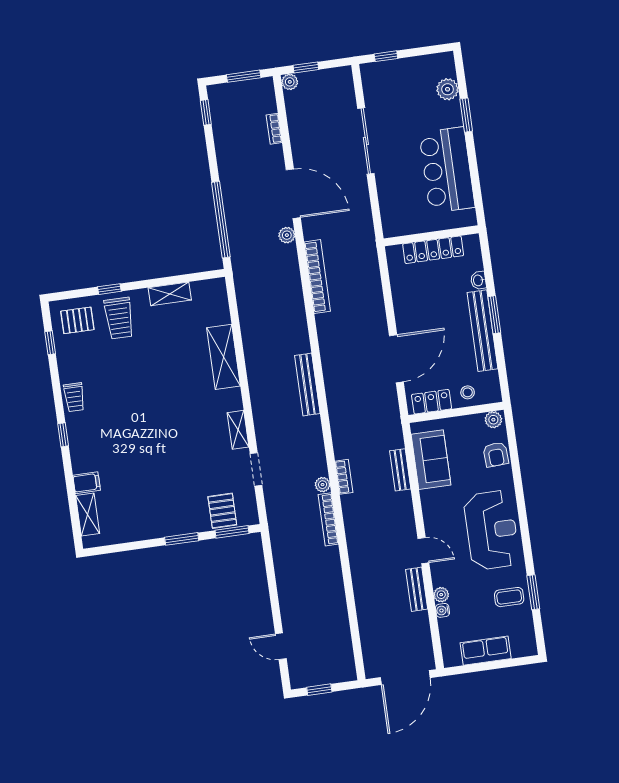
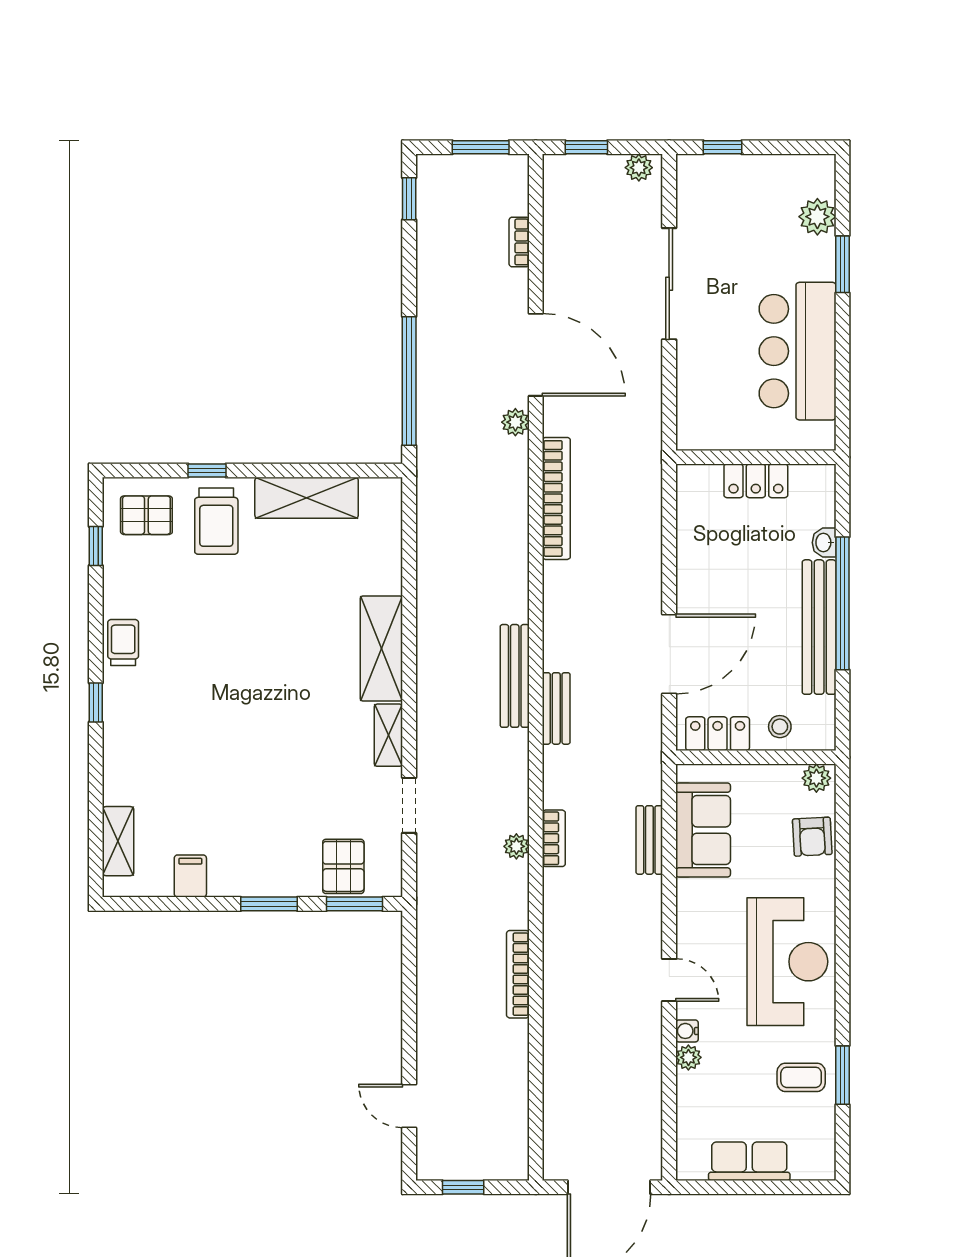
plant: (290, 82) -> (639, 168), moved
locker: (433, 250) -> (756, 481), width x0.66
shelving: (170, 294) -> (307, 498), width x1.50, depth x1.33
window: (494, 315) -> (842, 603), width x2.11
shelving: (224, 357) -> (381, 649), moved
trolley: (74, 397) -> (123, 642), turned 180
filing cabinet: (87, 483) -> (190, 876), moved, turned -90
bookcase: (328, 519) -> (518, 974), moved
bench: (417, 589) -> (556, 708), moved
water cooler: (443, 610) -> (687, 1031), moved

